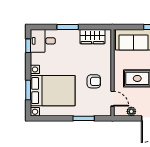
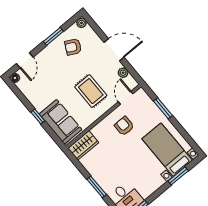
wardrobe: (92, 37) -> (83, 145), moved, turned 90
bed with nightstands: (53, 91) -> (167, 150), width x0.73

